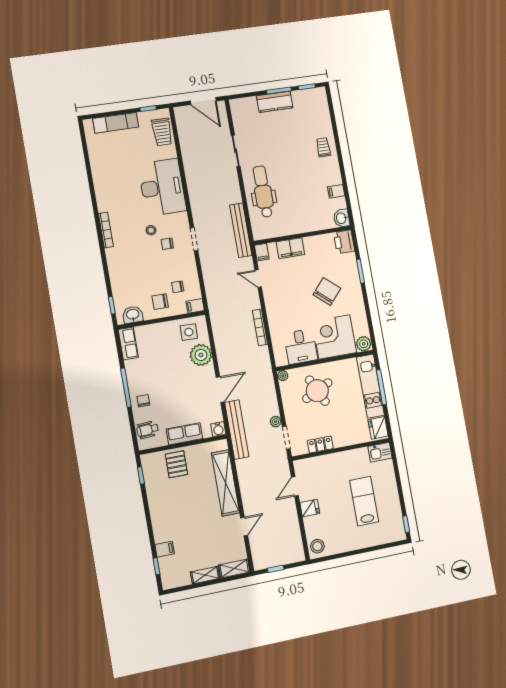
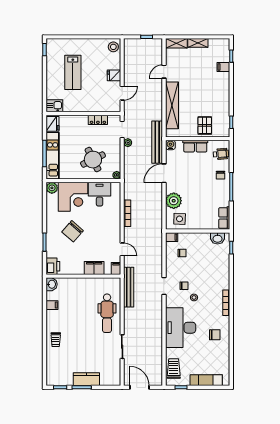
chair: (160, 302) -> (215, 335), moved

